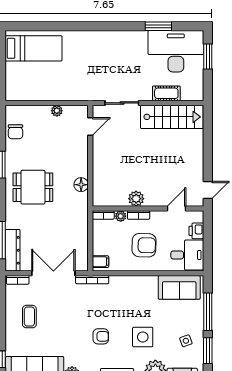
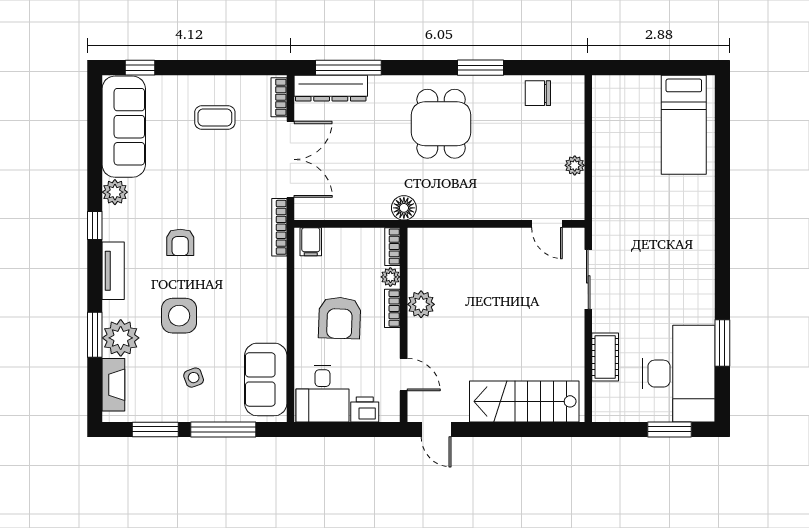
stairs: (172, 117) -> (524, 401), moved, turned 90
floor lamp: (81, 185) -> (404, 208), moved
side table: (186, 341) -> (194, 378), moved

